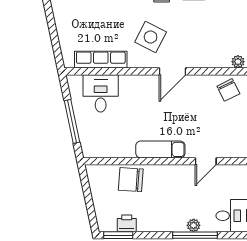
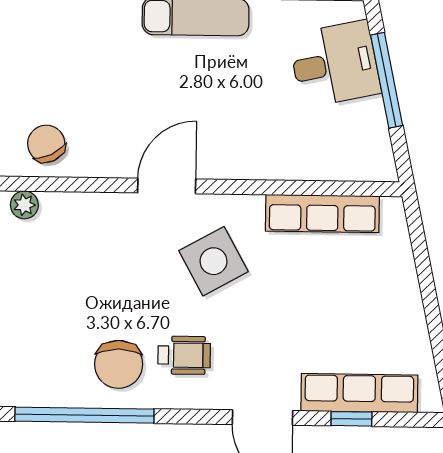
side table: (151, 37) -> (213, 261), turned 34
desk: (101, 93) -> (335, 64), moved, turned -102

